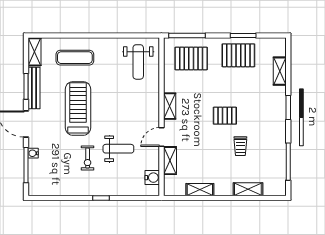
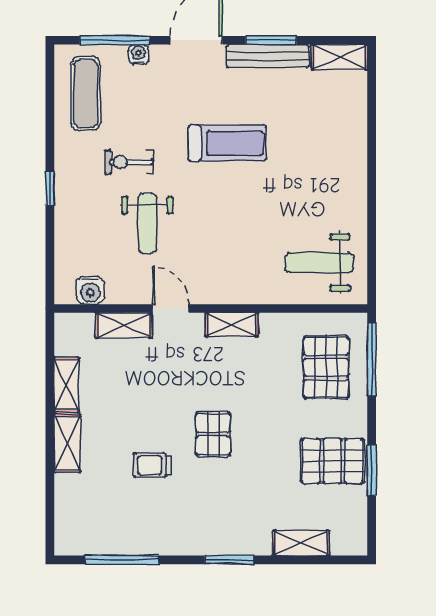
pallet: (238, 55) -> (332, 461), turned 90
exercise mat: (75, 58) -> (86, 93), moved
treadmill: (78, 108) -> (227, 143), width x0.73, depth x0.73
shelving: (248, 189) -> (67, 443), moved

